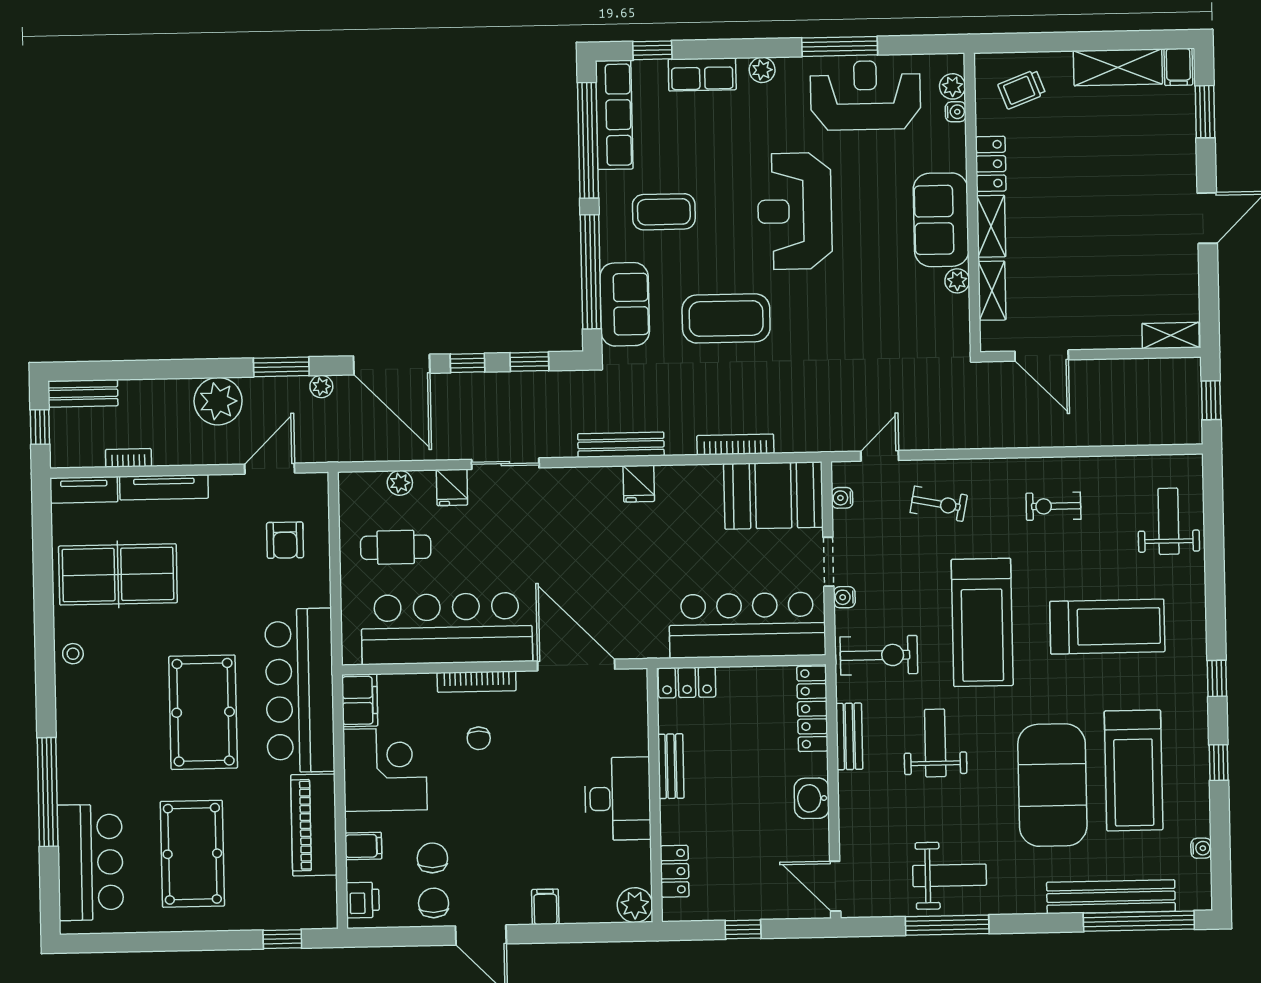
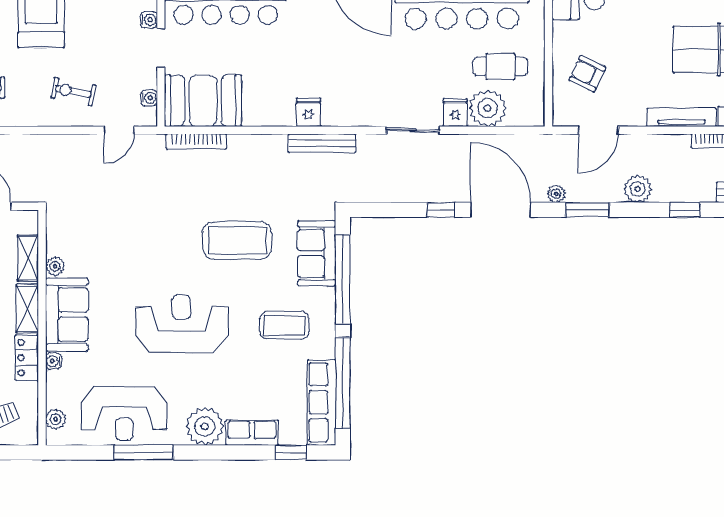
plant: (762, 70) -> (205, 426), width x1.87, depth x1.87
water cooler: (956, 112) -> (53, 361), moved
reception desk: (795, 211) -> (182, 324), turned -90
window: (529, 362) -> (685, 210), moved
plant: (218, 401) -> (638, 189), width x0.73, depth x0.73
bookcase: (735, 444) -> (196, 141), moved
plant: (400, 483) -> (488, 108), width x1.88, depth x1.88
armchair: (285, 540) -> (587, 74), turned -65

